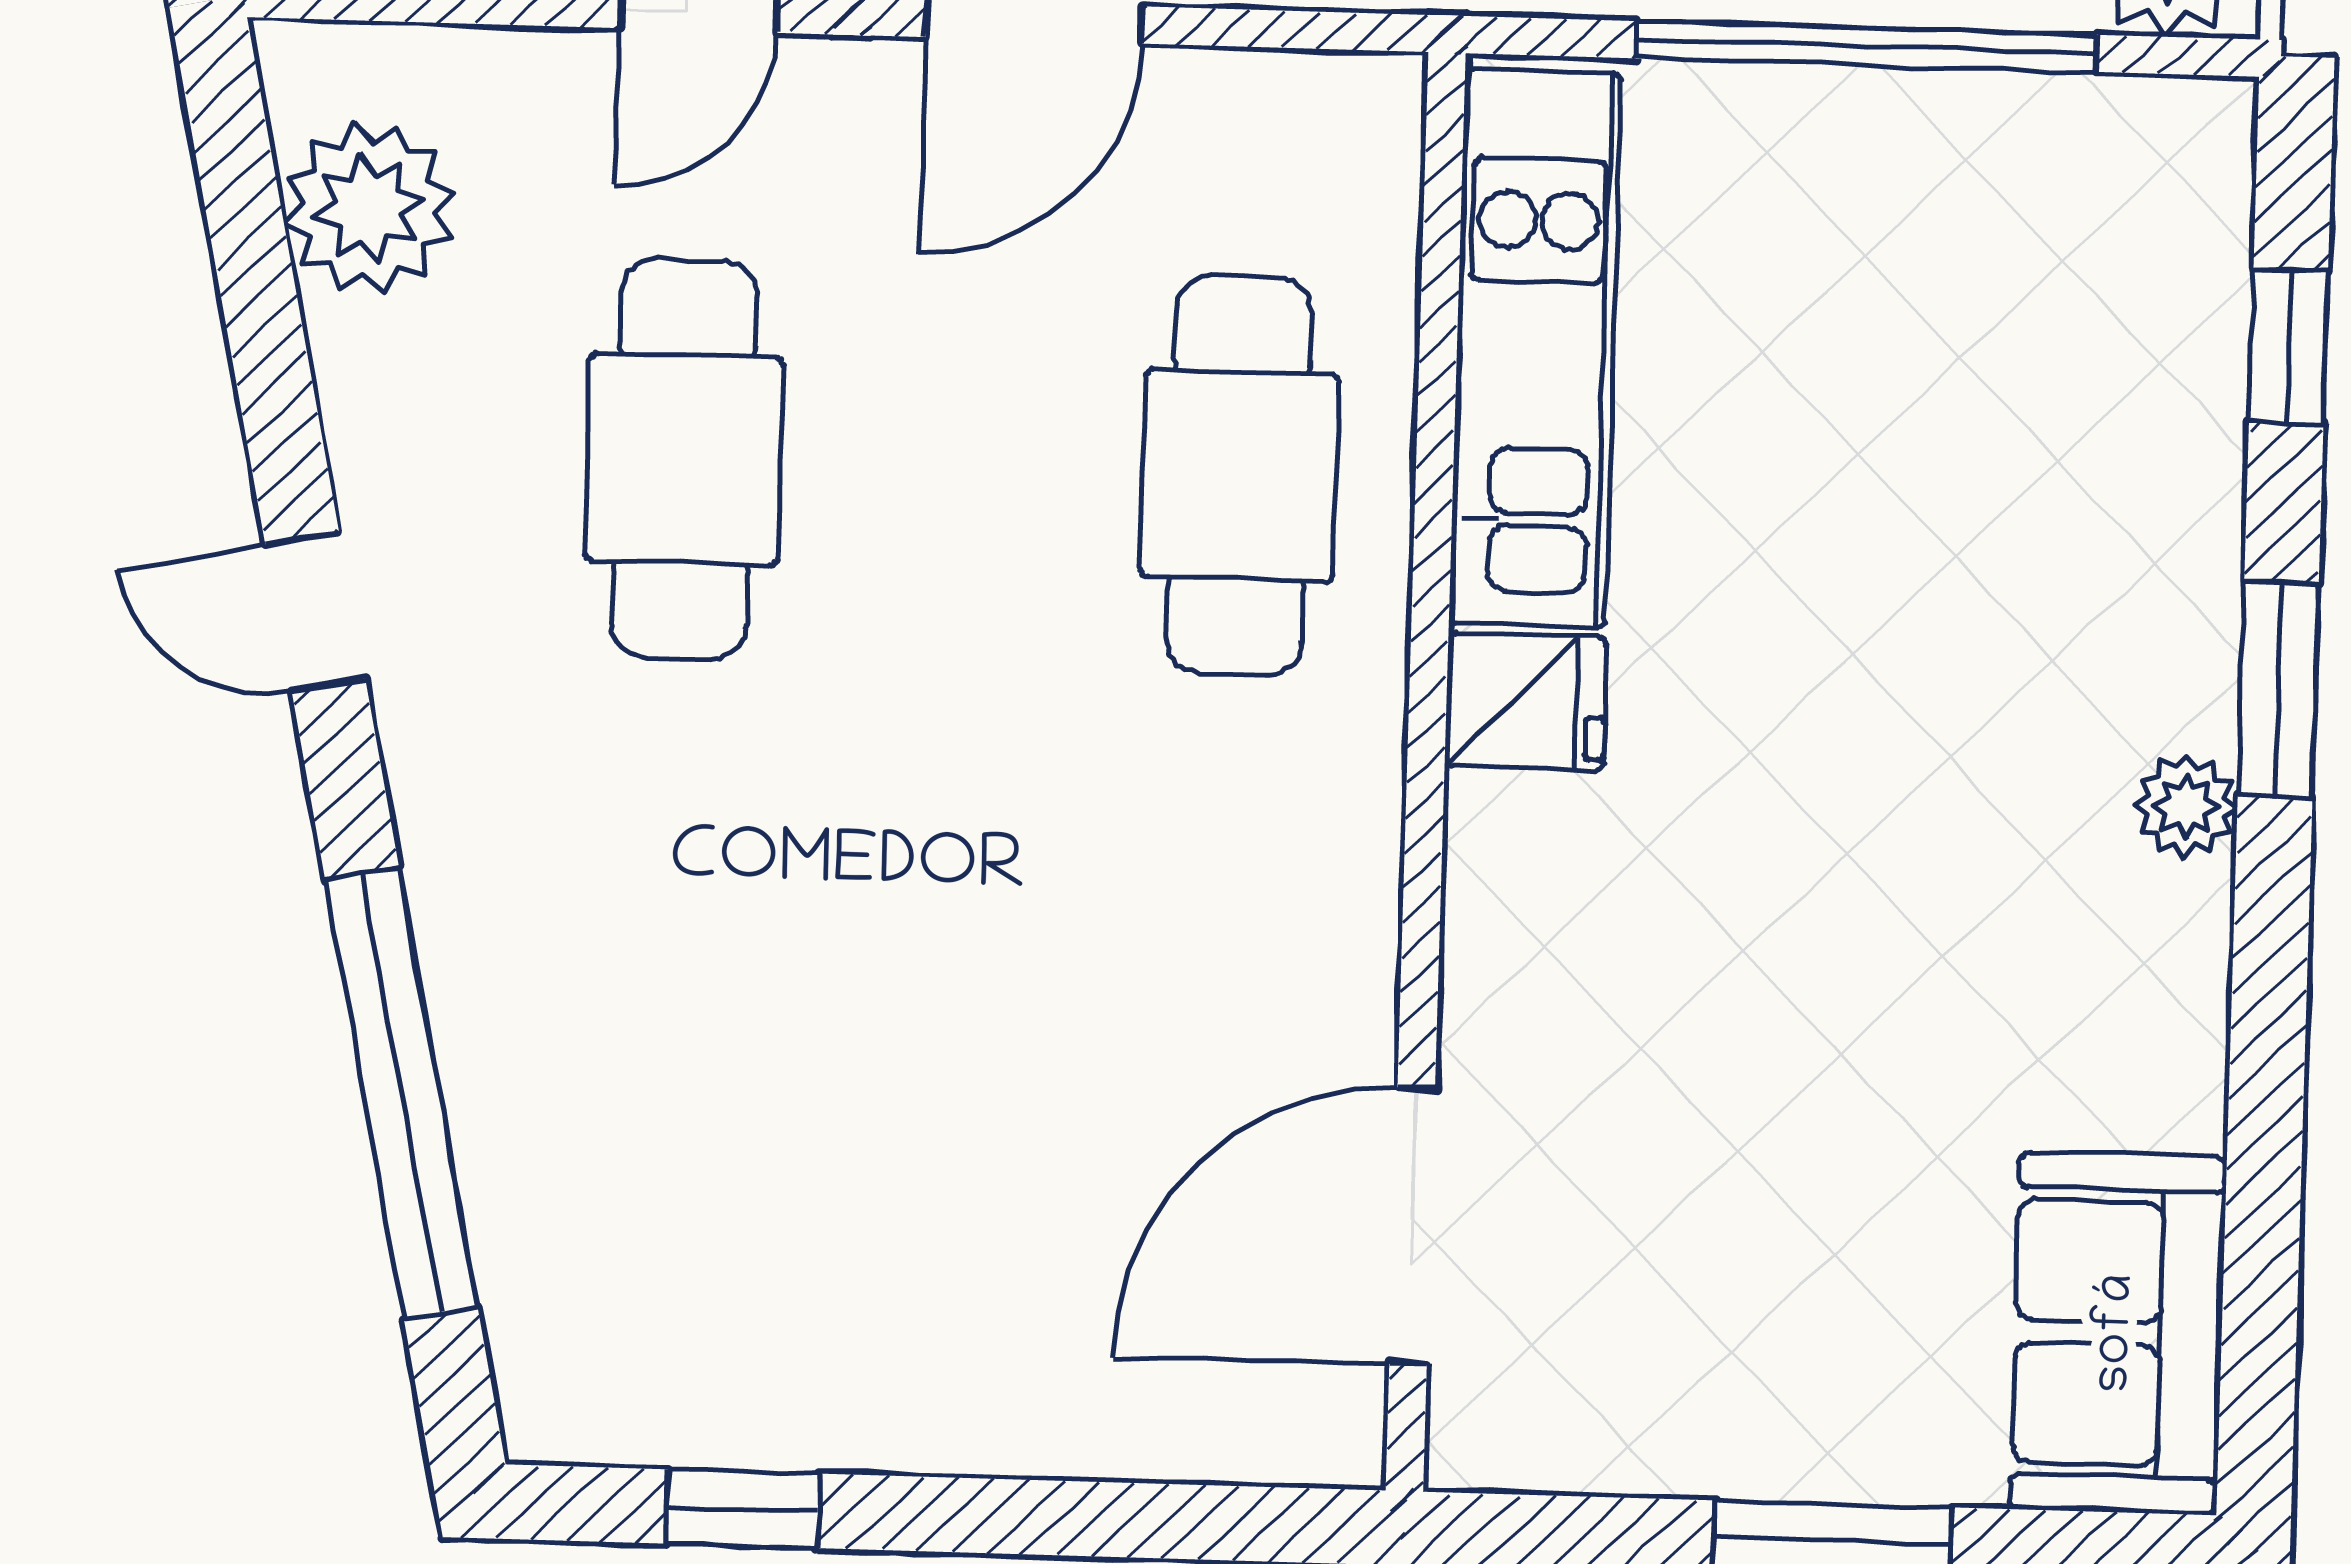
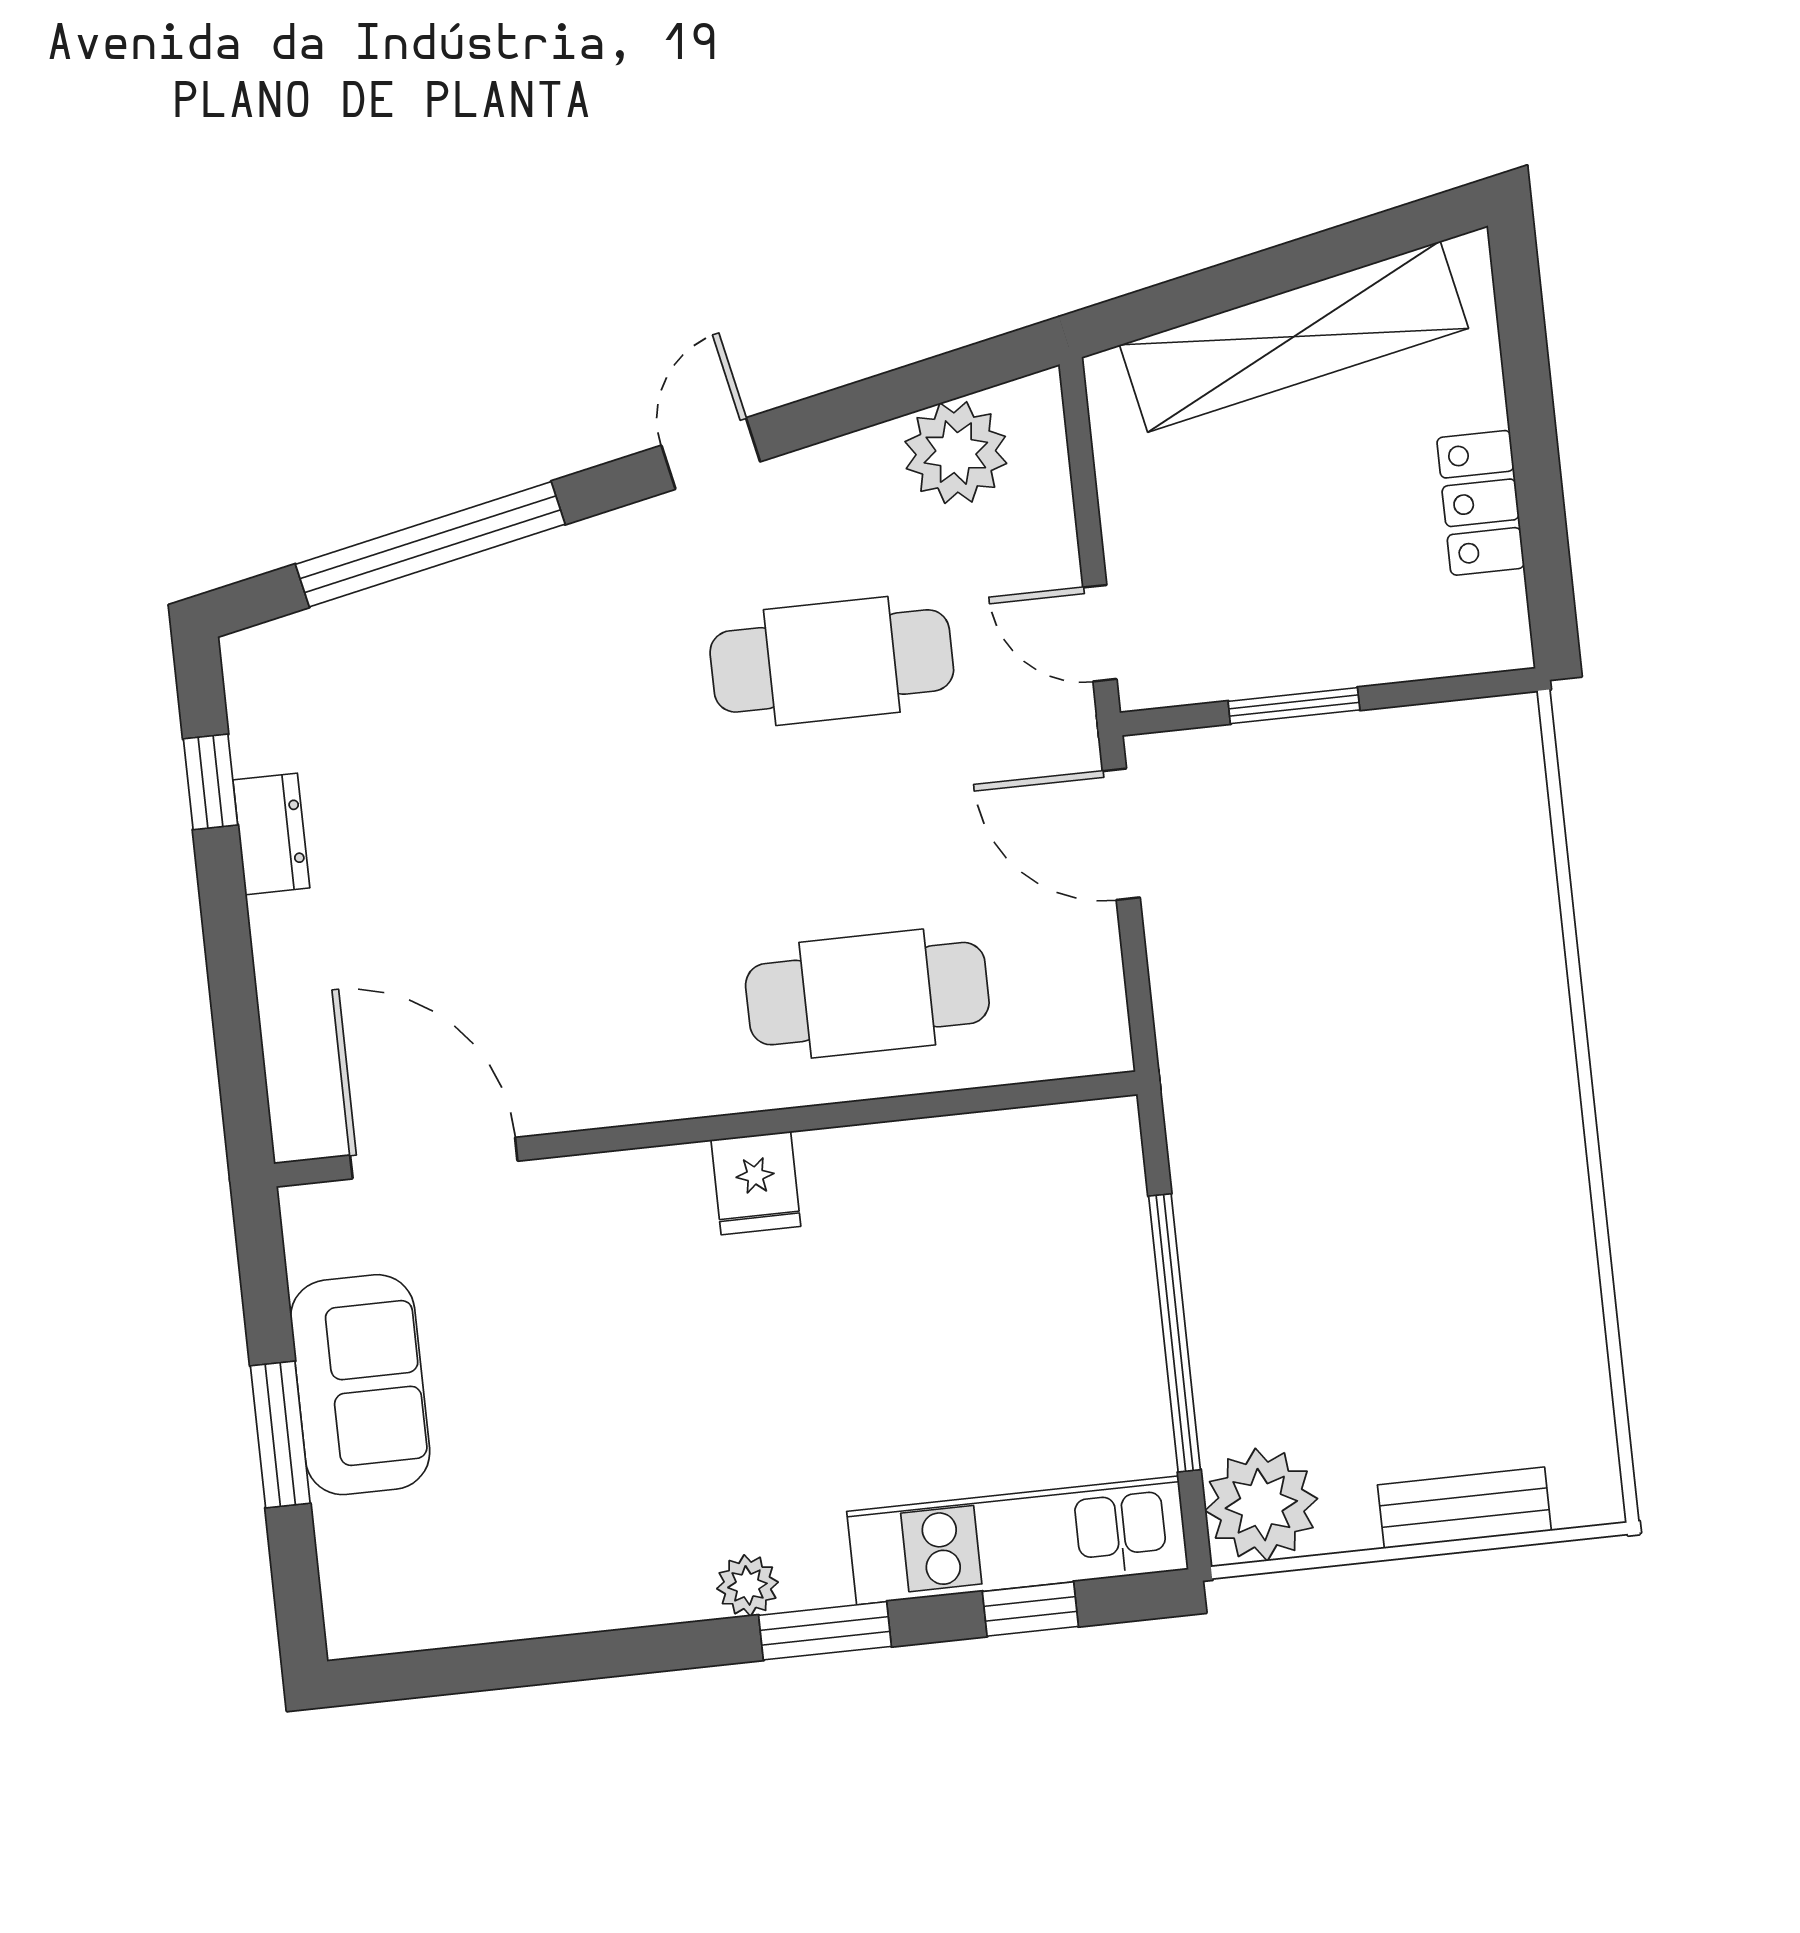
kitchen unit: (1535, 348) -> (1018, 1540), moved, turned 180
sofa: (2118, 1333) -> (360, 1385), moved, turned 90
dresser: (842, 1420) -> (271, 834), added

